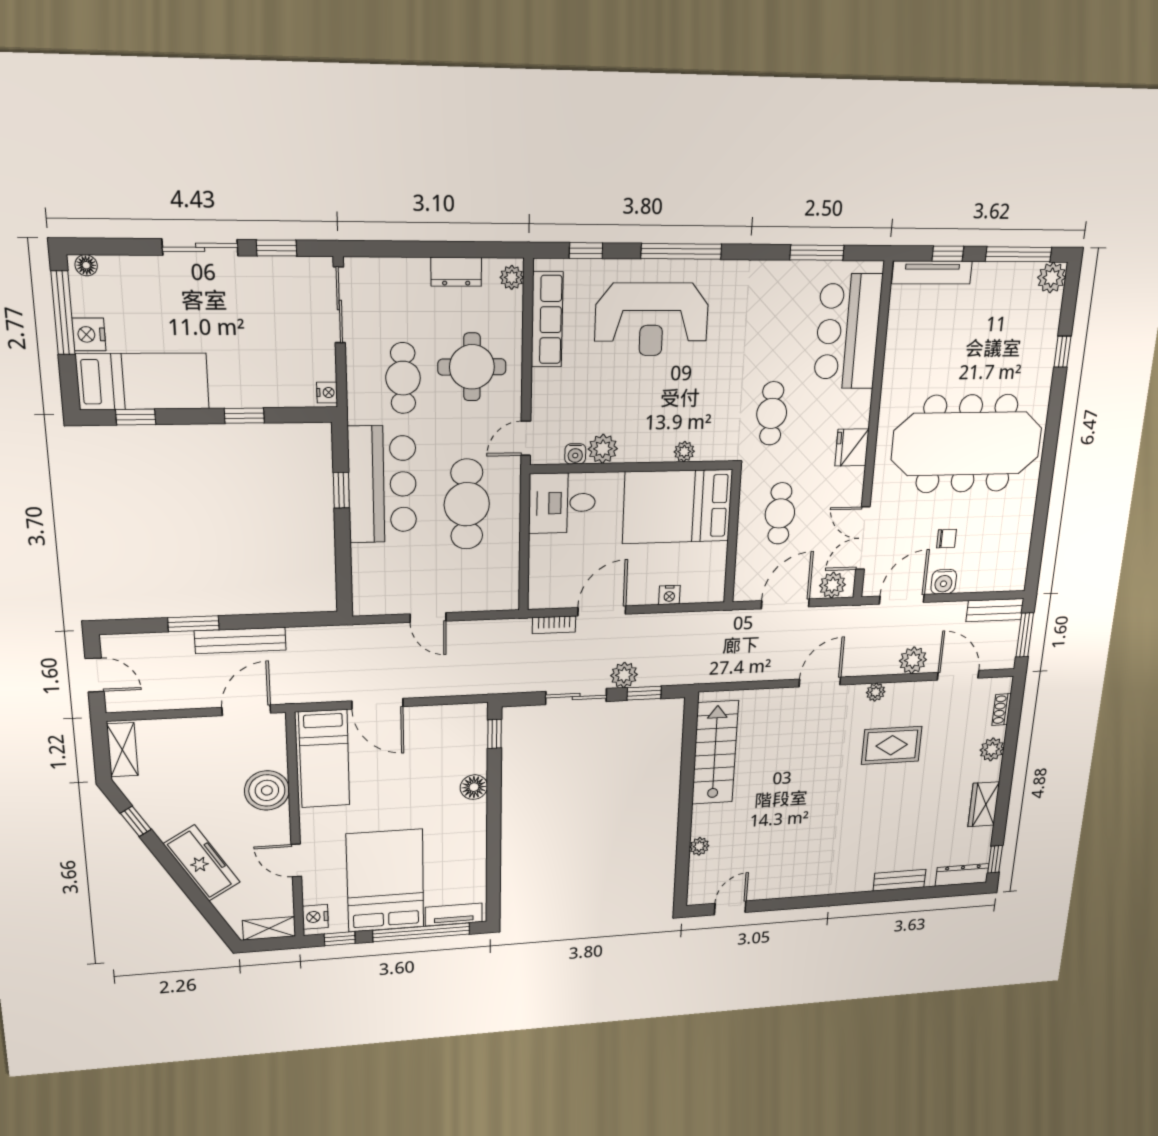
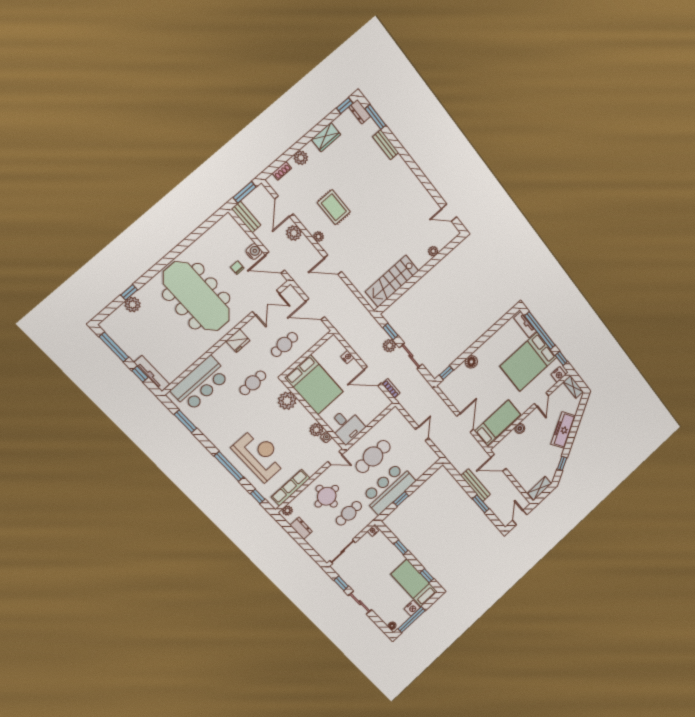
plant: (1052, 278) -> (133, 305), moved
plant: (684, 452) -> (287, 401), width x1.88, depth x1.88
plant: (832, 585) -> (293, 297), removed
boiler: (267, 790) -> (520, 428), width x0.54, depth x0.54
dresser: (962, 875) -> (360, 112), width x0.70
window: (945, 891) -> (375, 117), added

